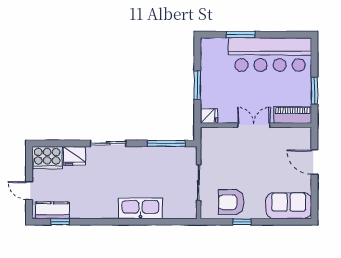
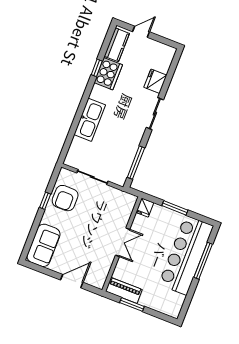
window: (241, 35) -> (203, 261), width x1.44
bar counter: (270, 55) -> (186, 255), moved
piano: (293, 115) -> (124, 290), moved, turned -90
cooker: (47, 158) -> (108, 74), moved, turned 180
armchair: (231, 202) -> (65, 198), turned 180
window: (60, 222) -> (97, 68), moved

